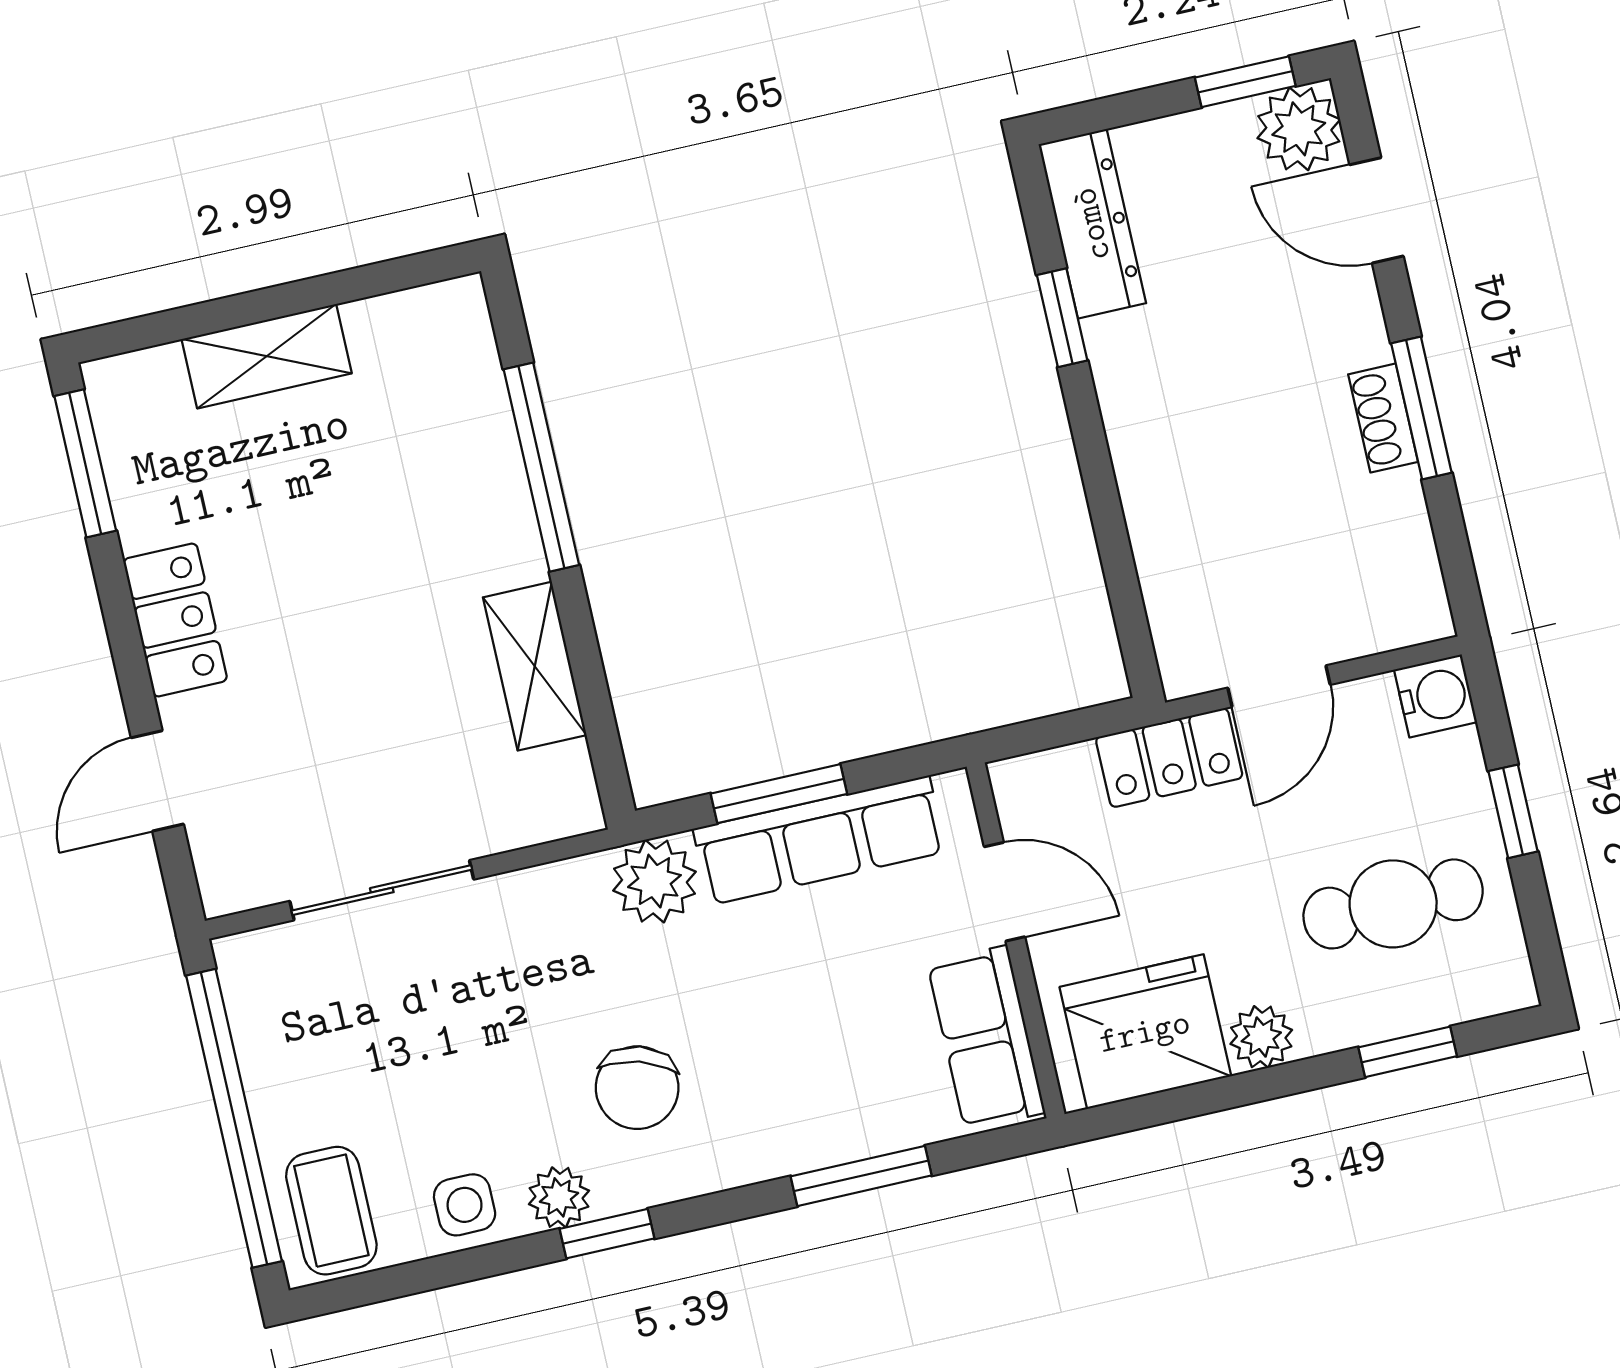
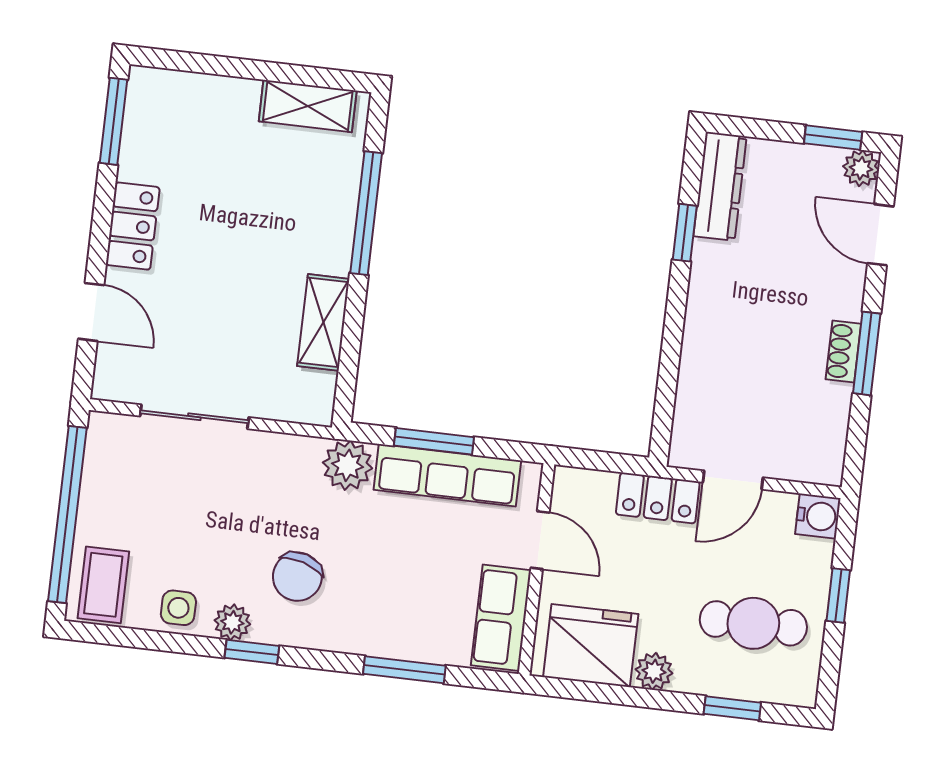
plant: (1299, 129) -> (861, 168), width x0.73, depth x0.73
shelving: (267, 356) -> (308, 106), moved
door: (157, 781) -> (91, 312), swing flipped

